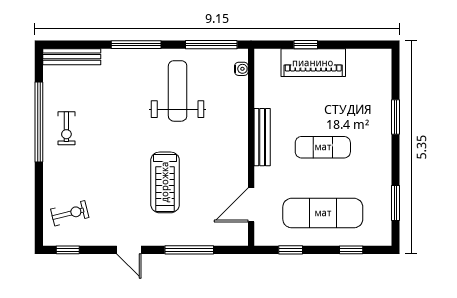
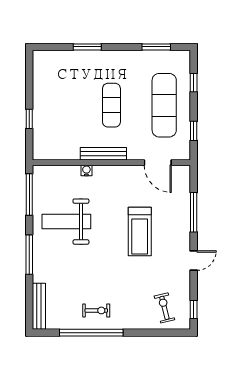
piano: (313, 63) -> (44, 113), removed
water cooler: (241, 69) -> (86, 170), moved
treadmill: (165, 182) -> (140, 232), turned 90

